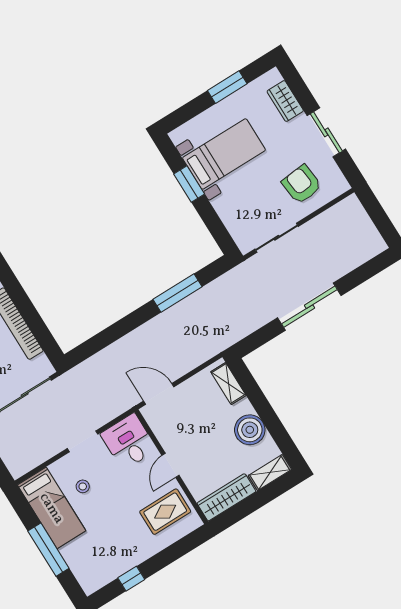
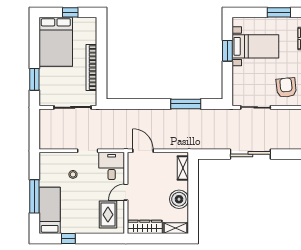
bed: (52, 508) -> (50, 210), moved, turned 180
rug: (165, 512) -> (108, 215), turned 90

